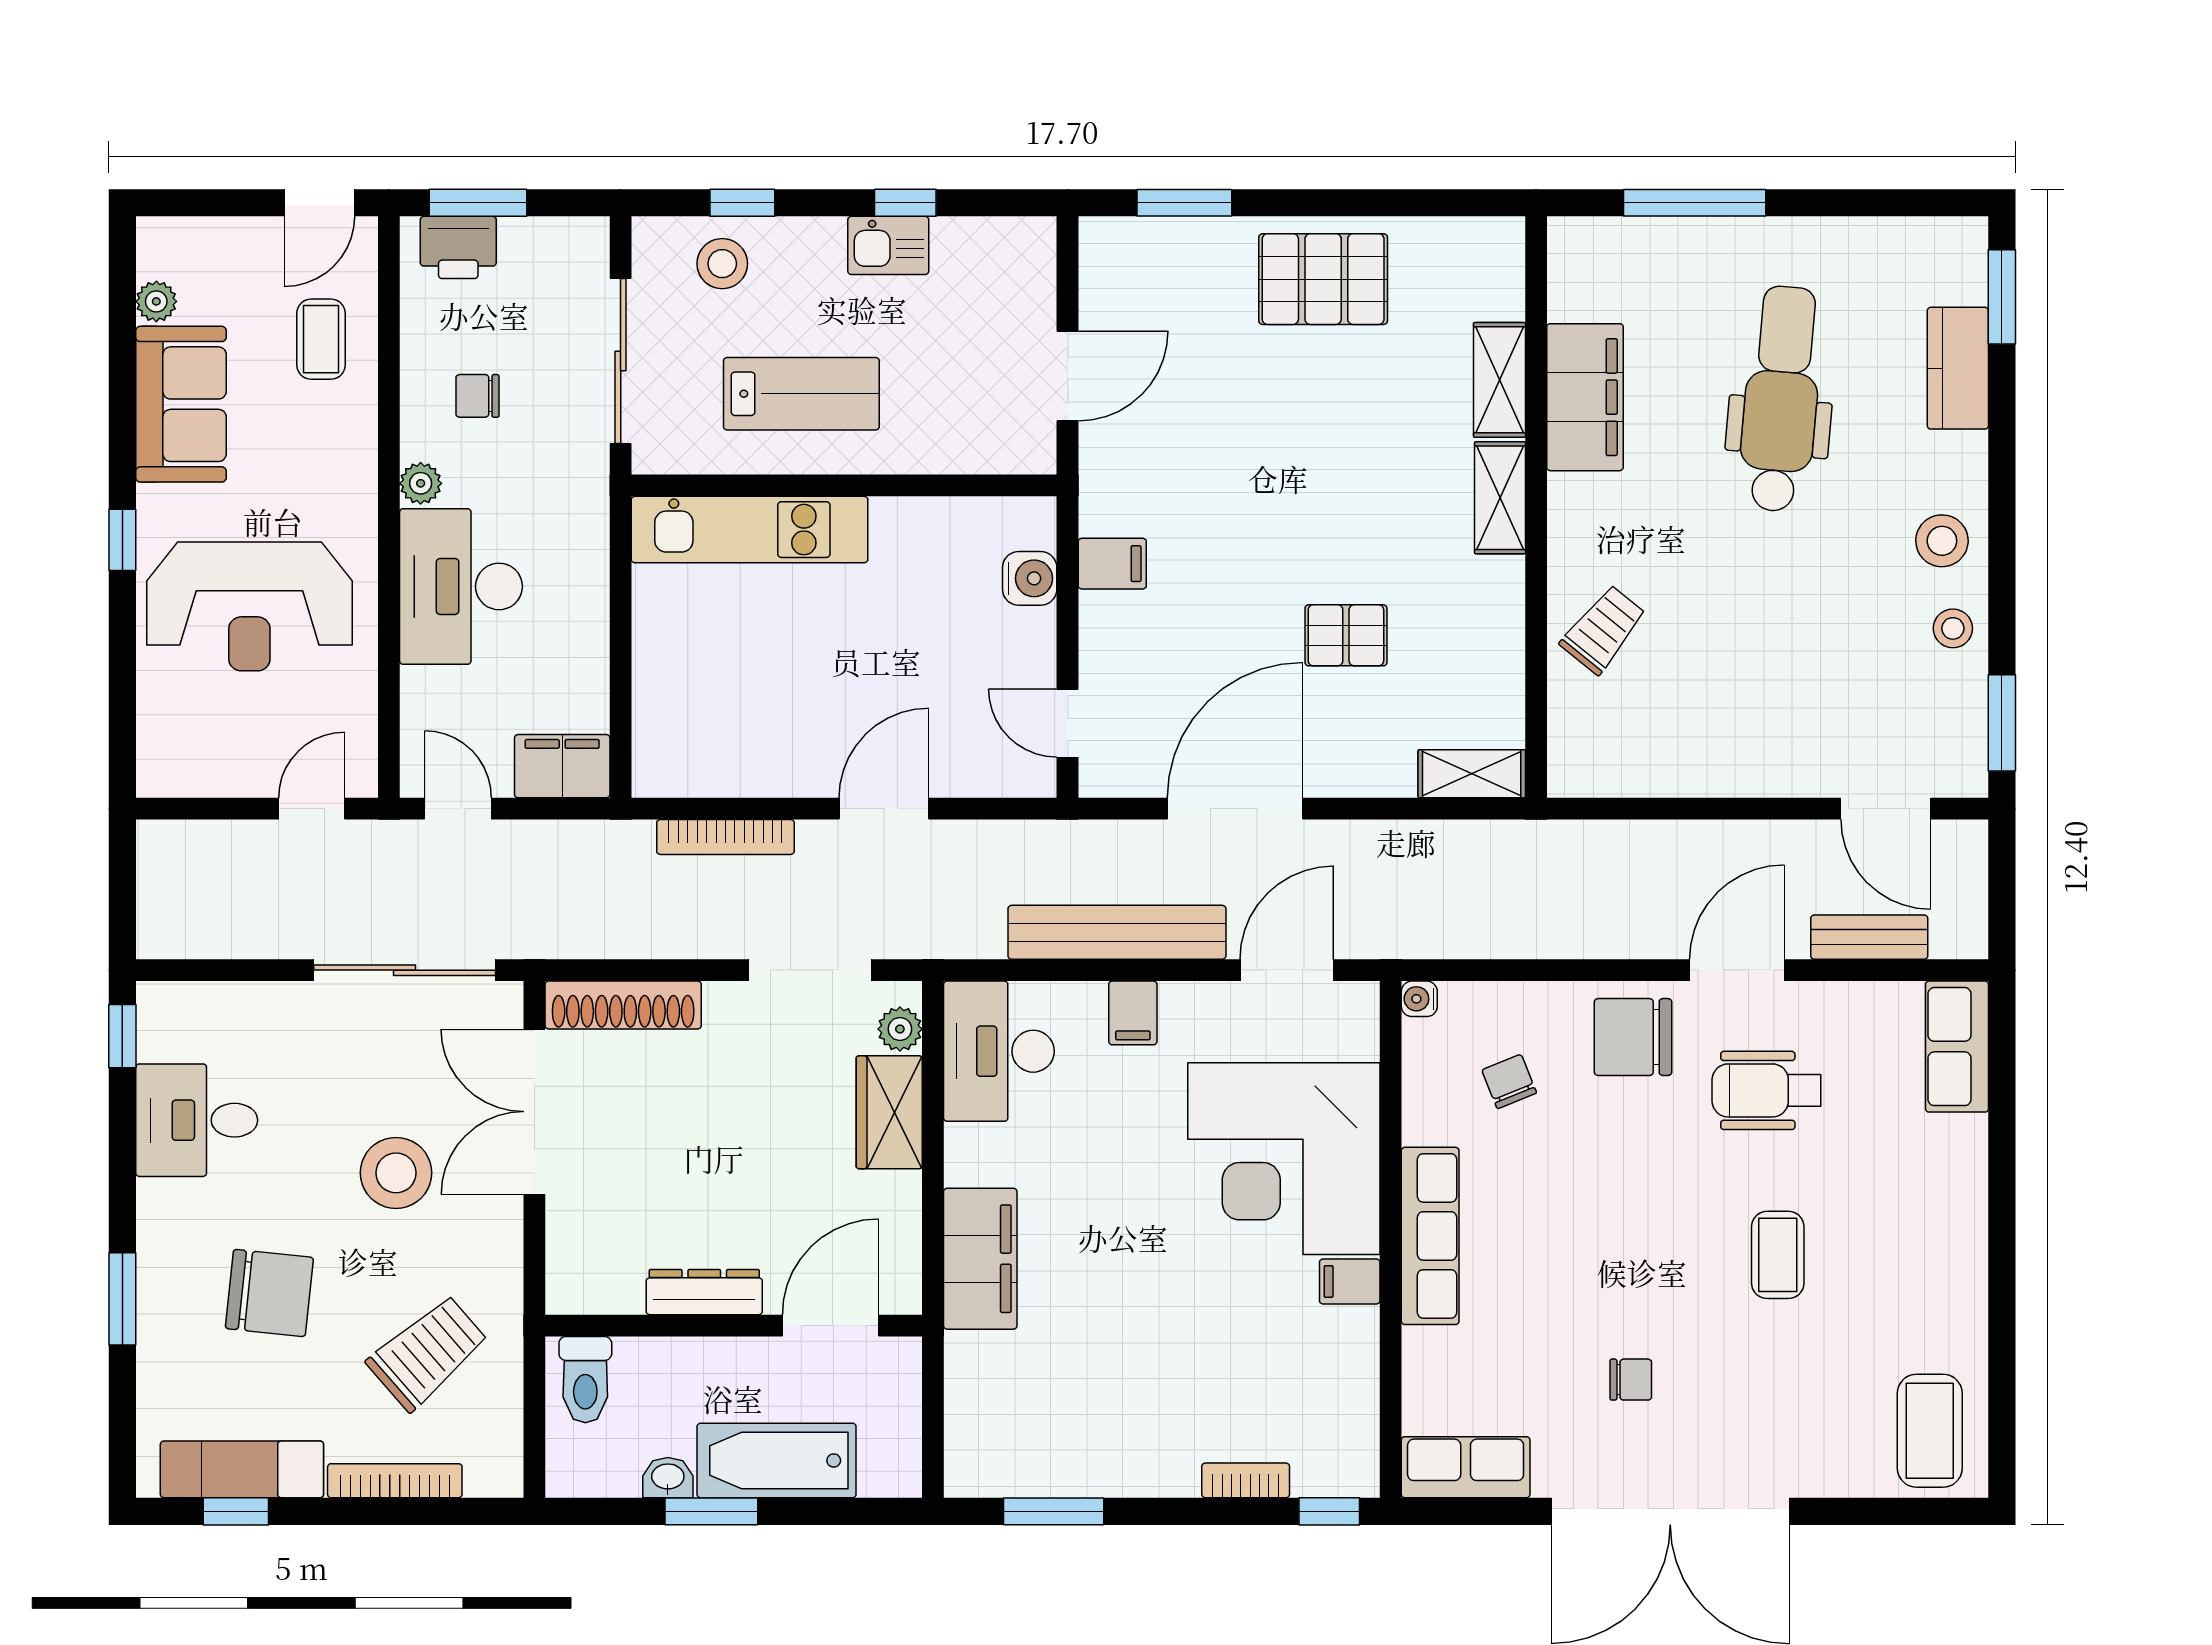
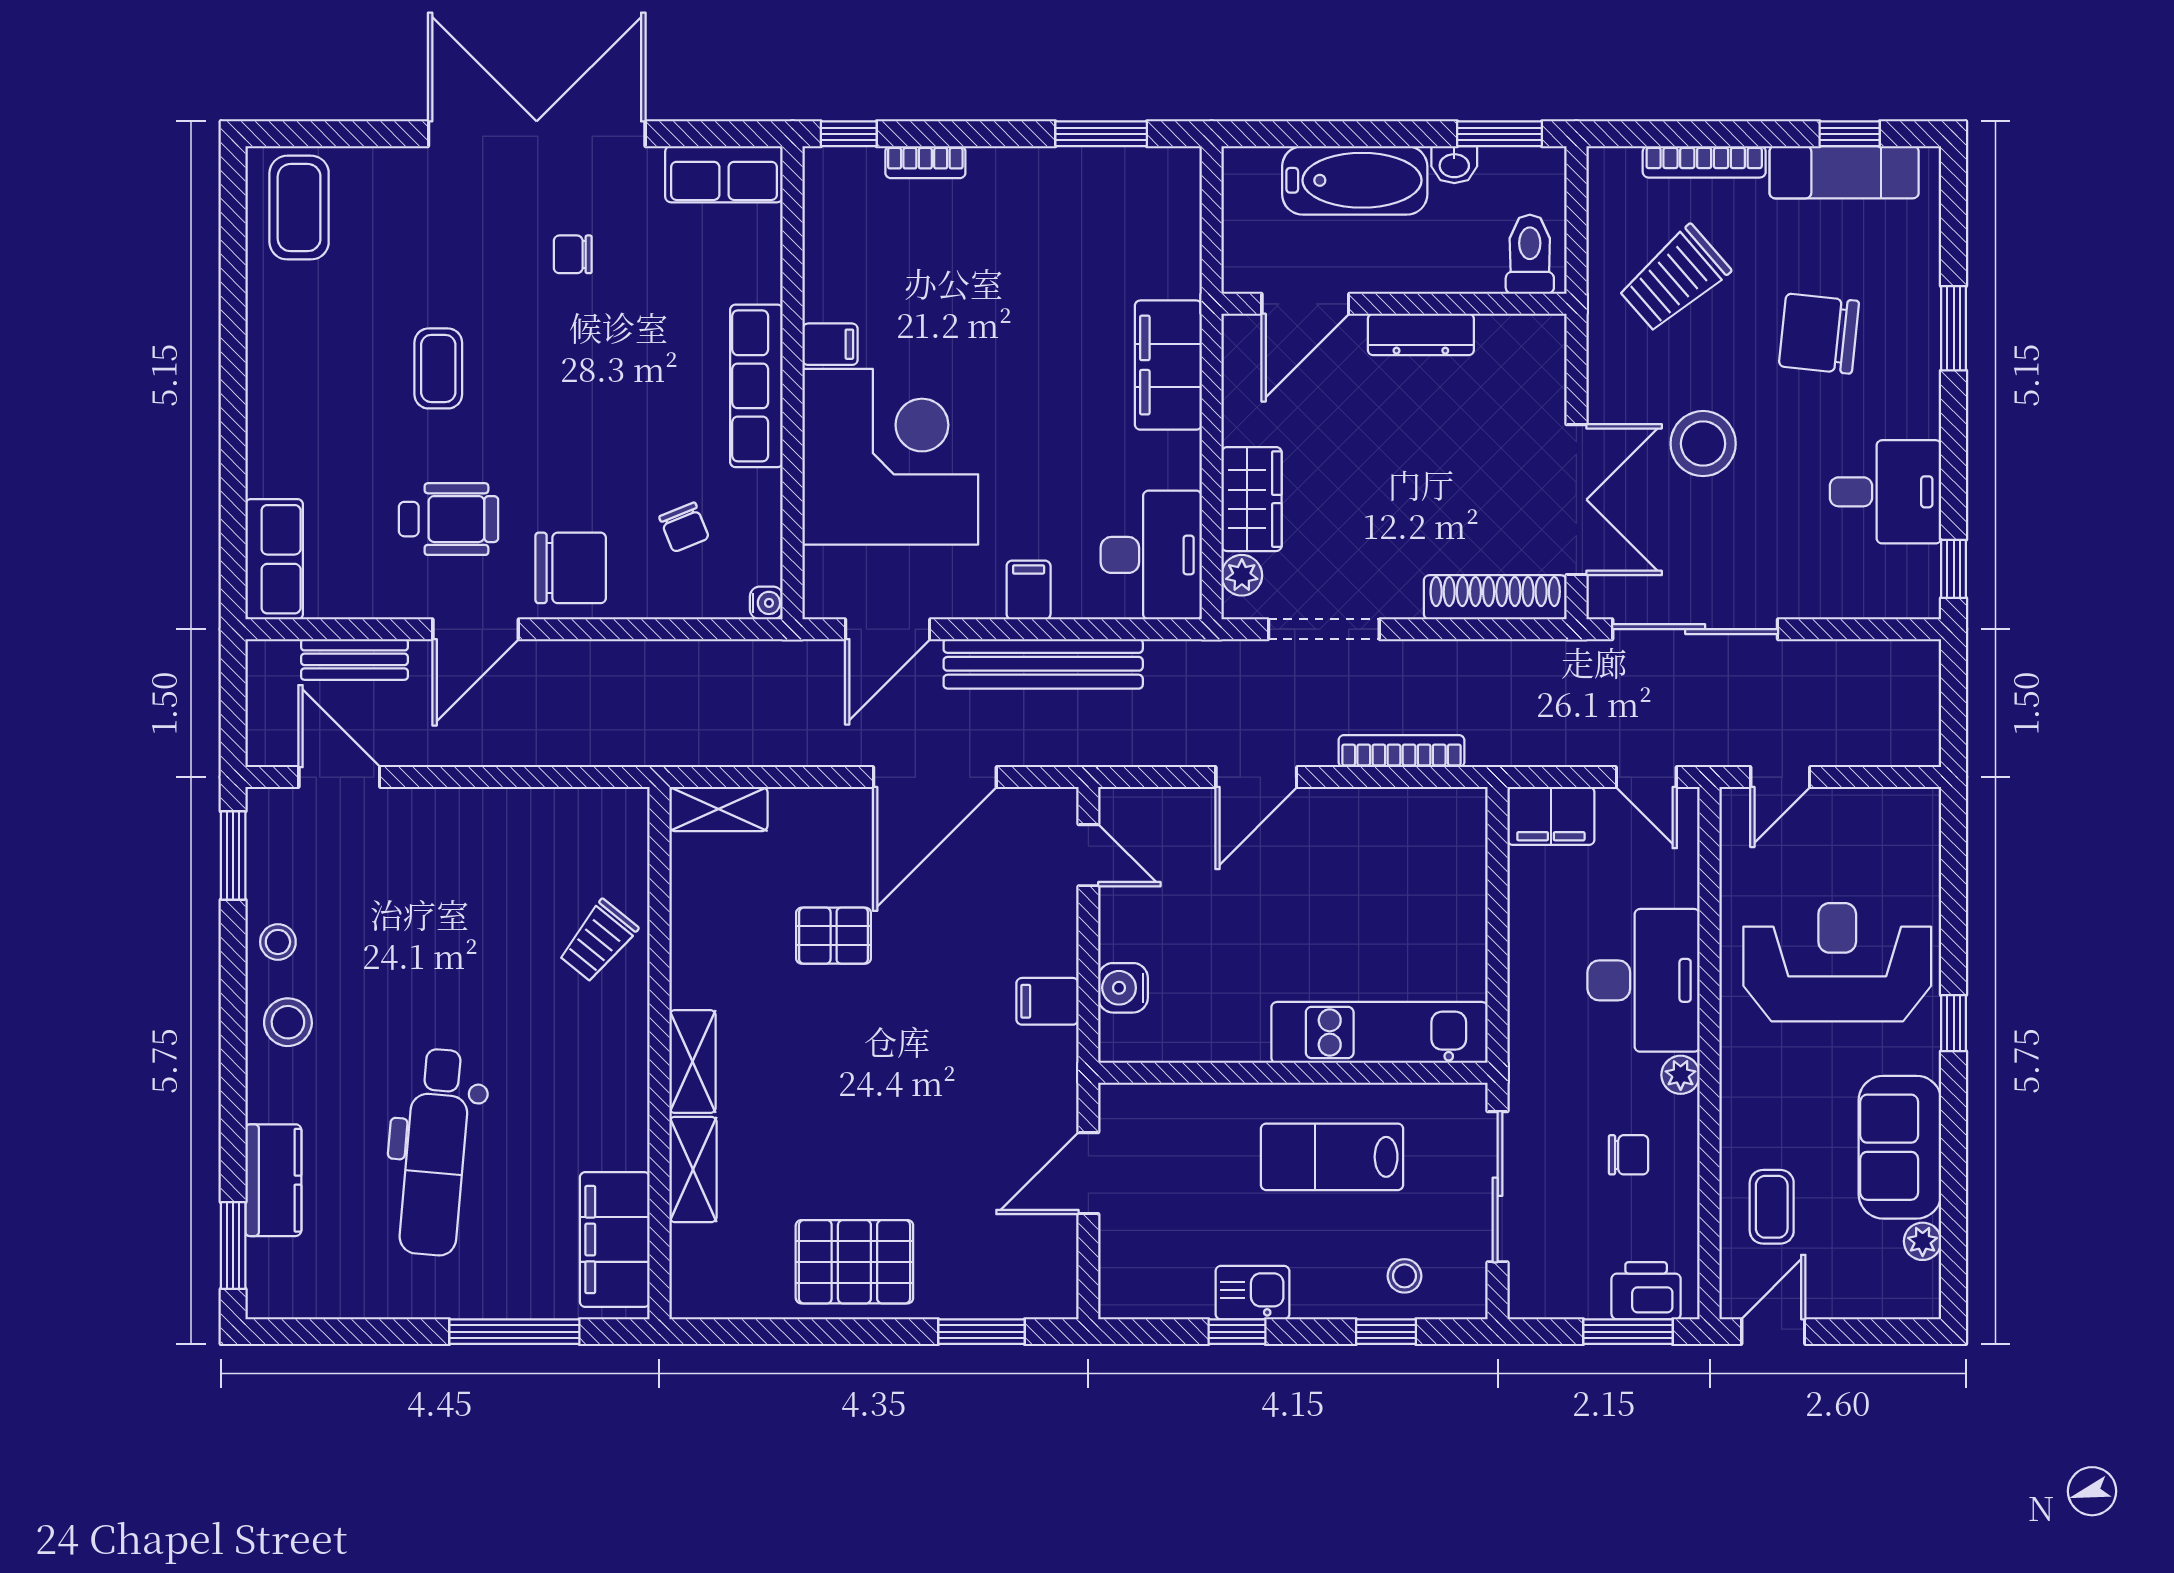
stool: (722, 264) -> (1404, 1276), width x0.73, depth x0.73
filing cabinet: (1585, 397) -> (615, 1240), moved
window: (711, 1511) -> (1500, 134), moved

